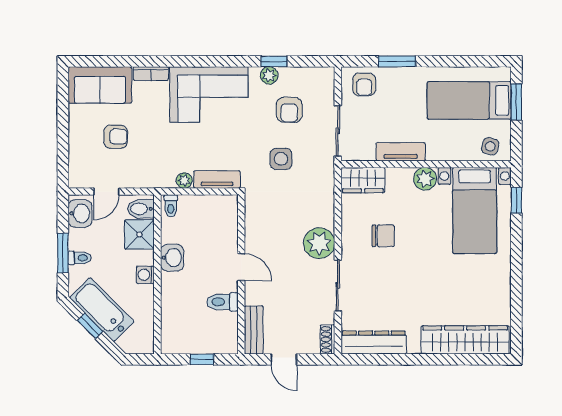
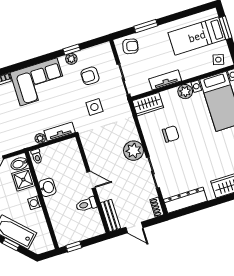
armchair: (364, 84) -> (130, 46), turned -78
armchair: (289, 110) -> (90, 76), turned 90
window: (202, 359) -> (74, 247), moved

